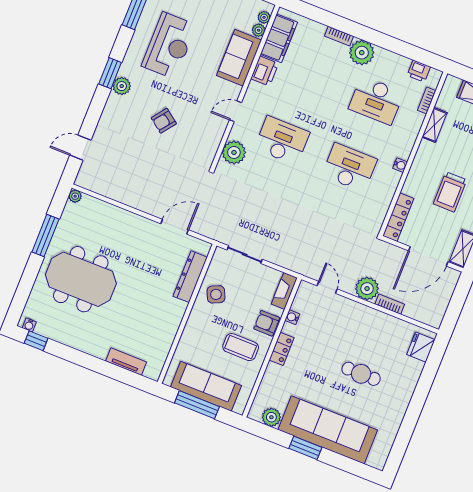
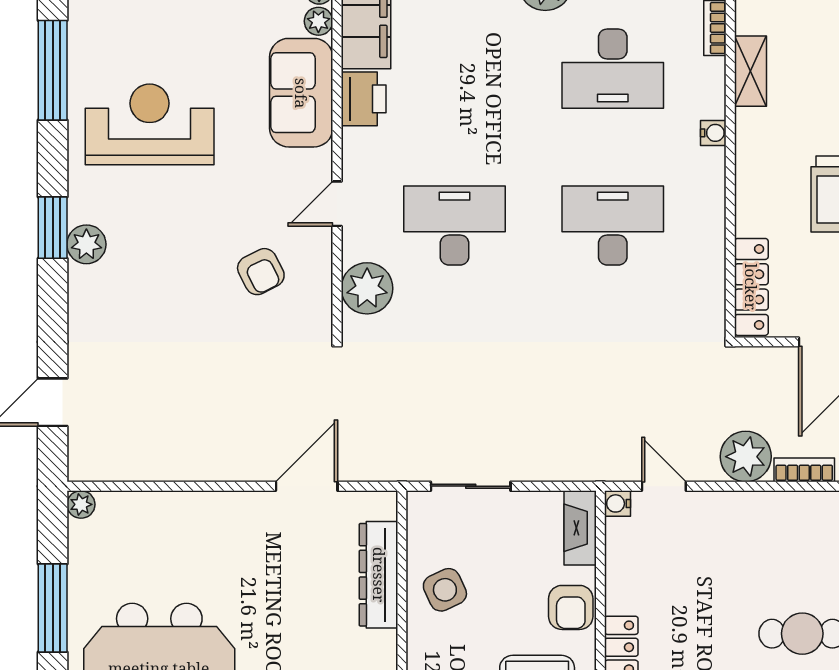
reception desk: (169, 46) -> (150, 124), turned -90
armchair: (164, 121) -> (261, 272), moved, turned -64
water cooler: (400, 165) -> (713, 133), moved
water cooler: (292, 317) -> (618, 503), moved
armchair: (267, 323) -> (571, 607), turned -90

